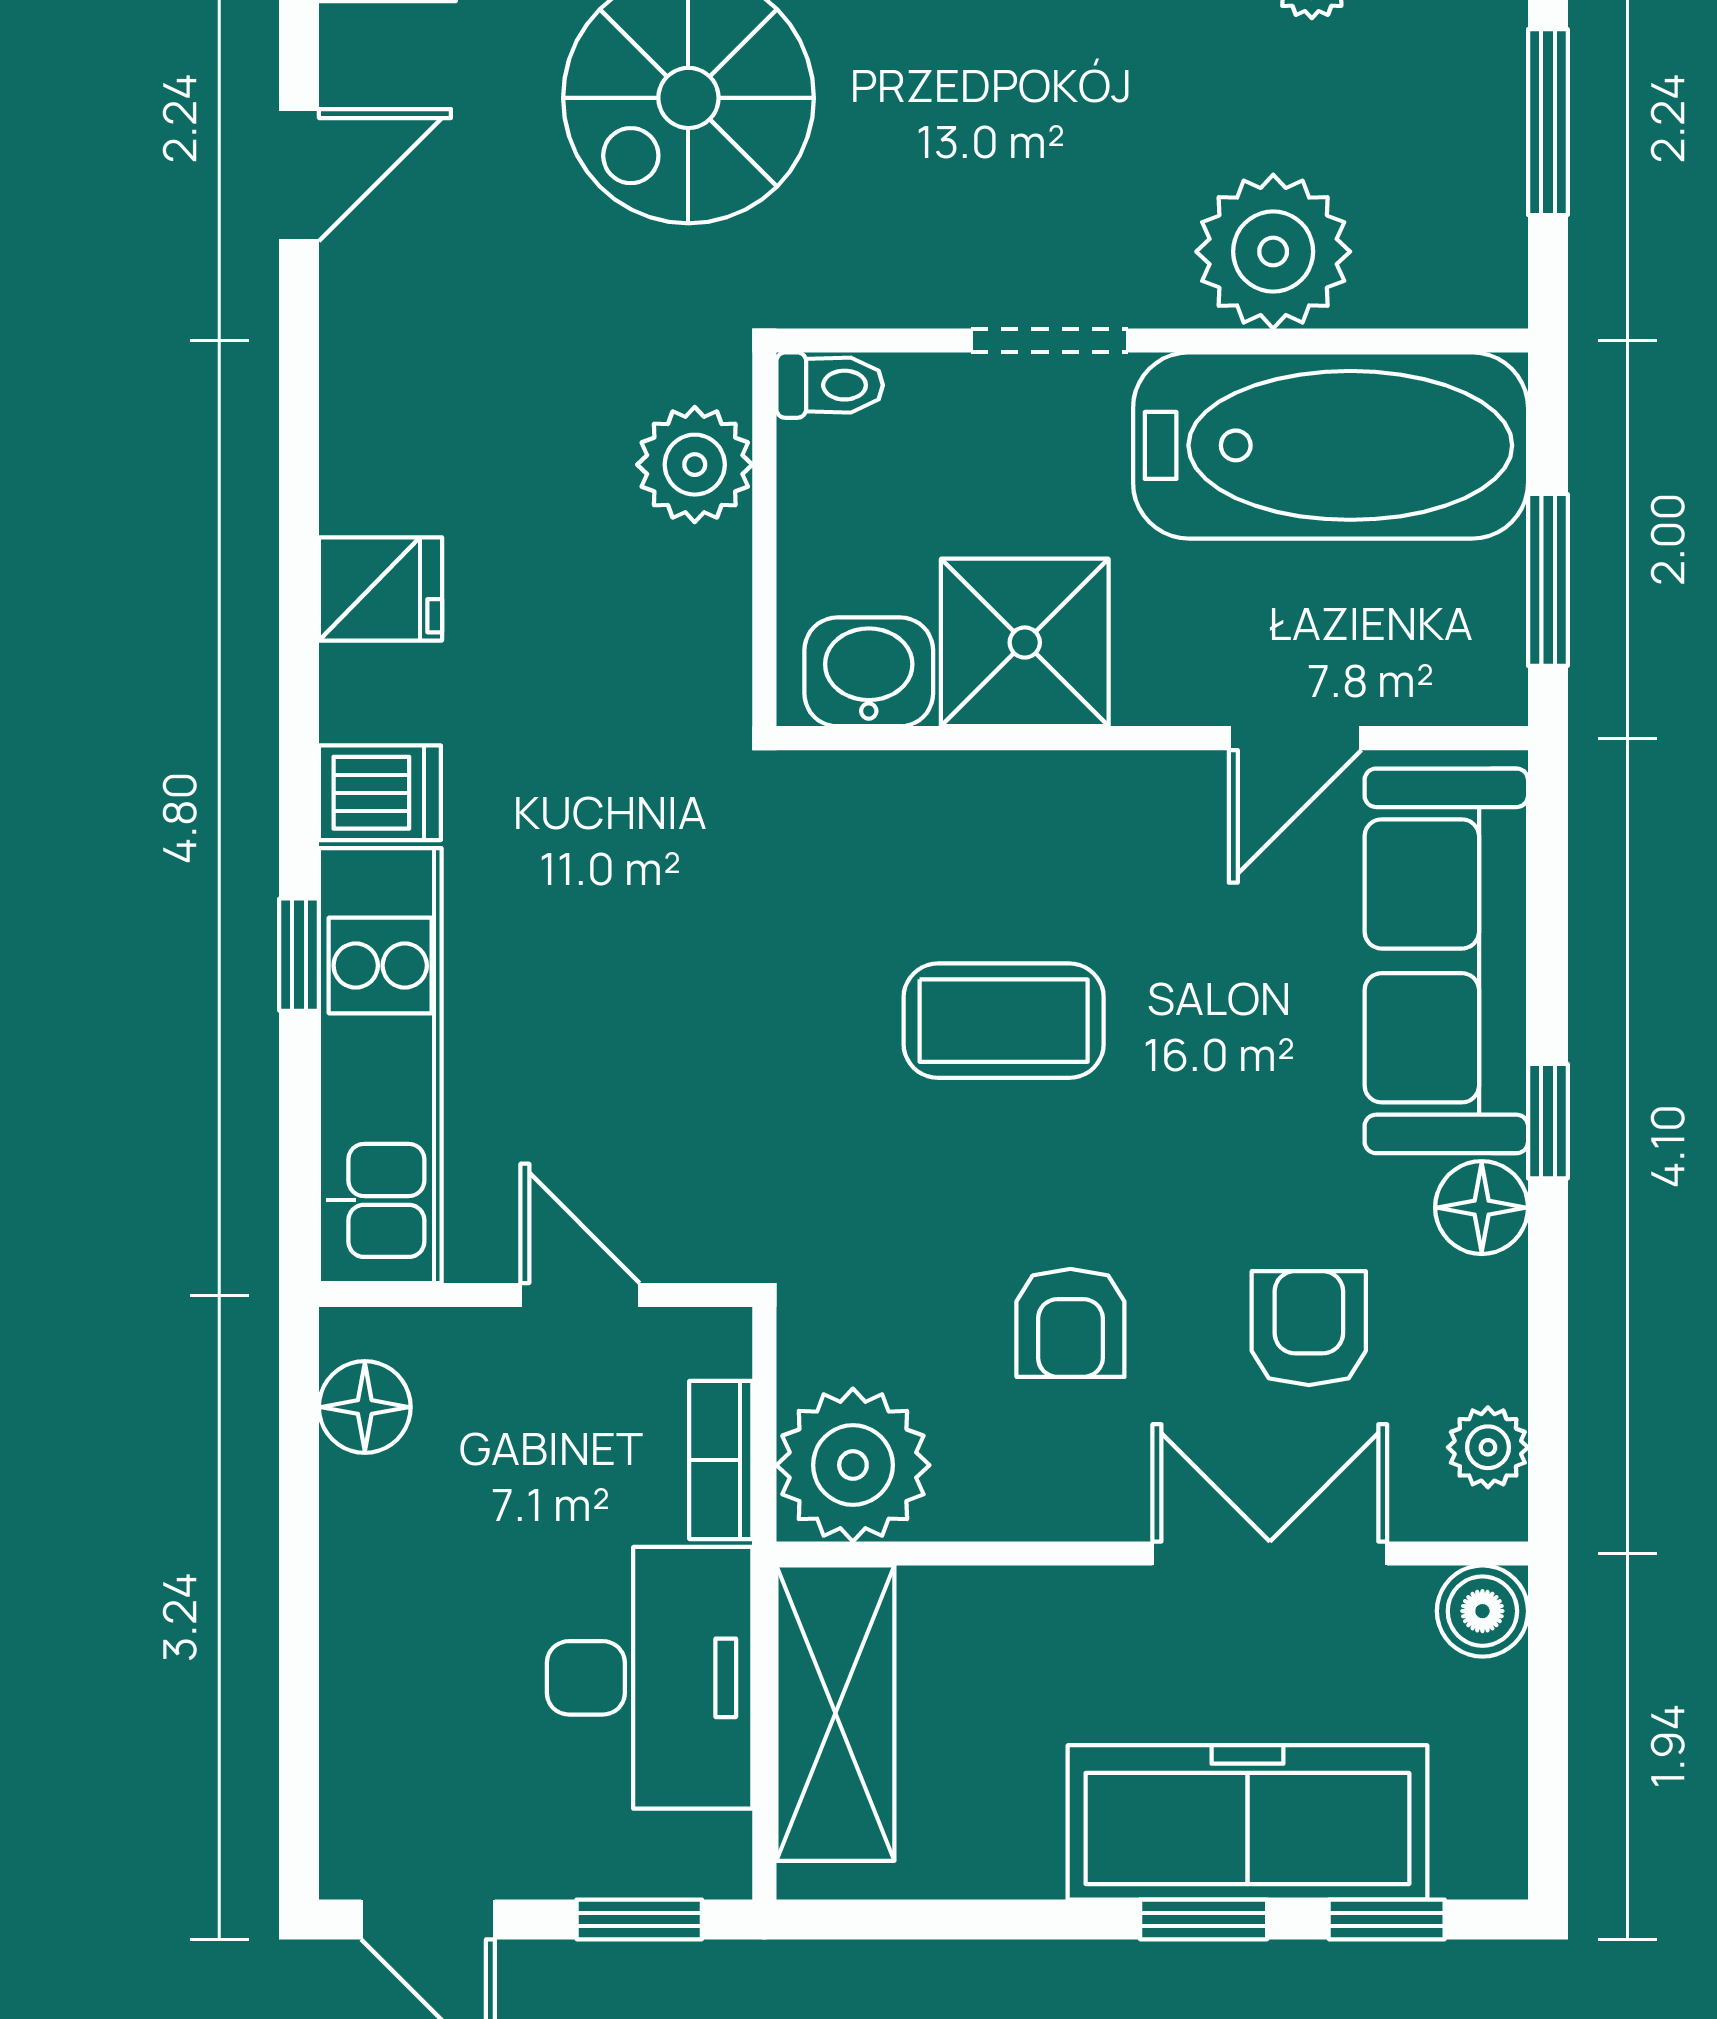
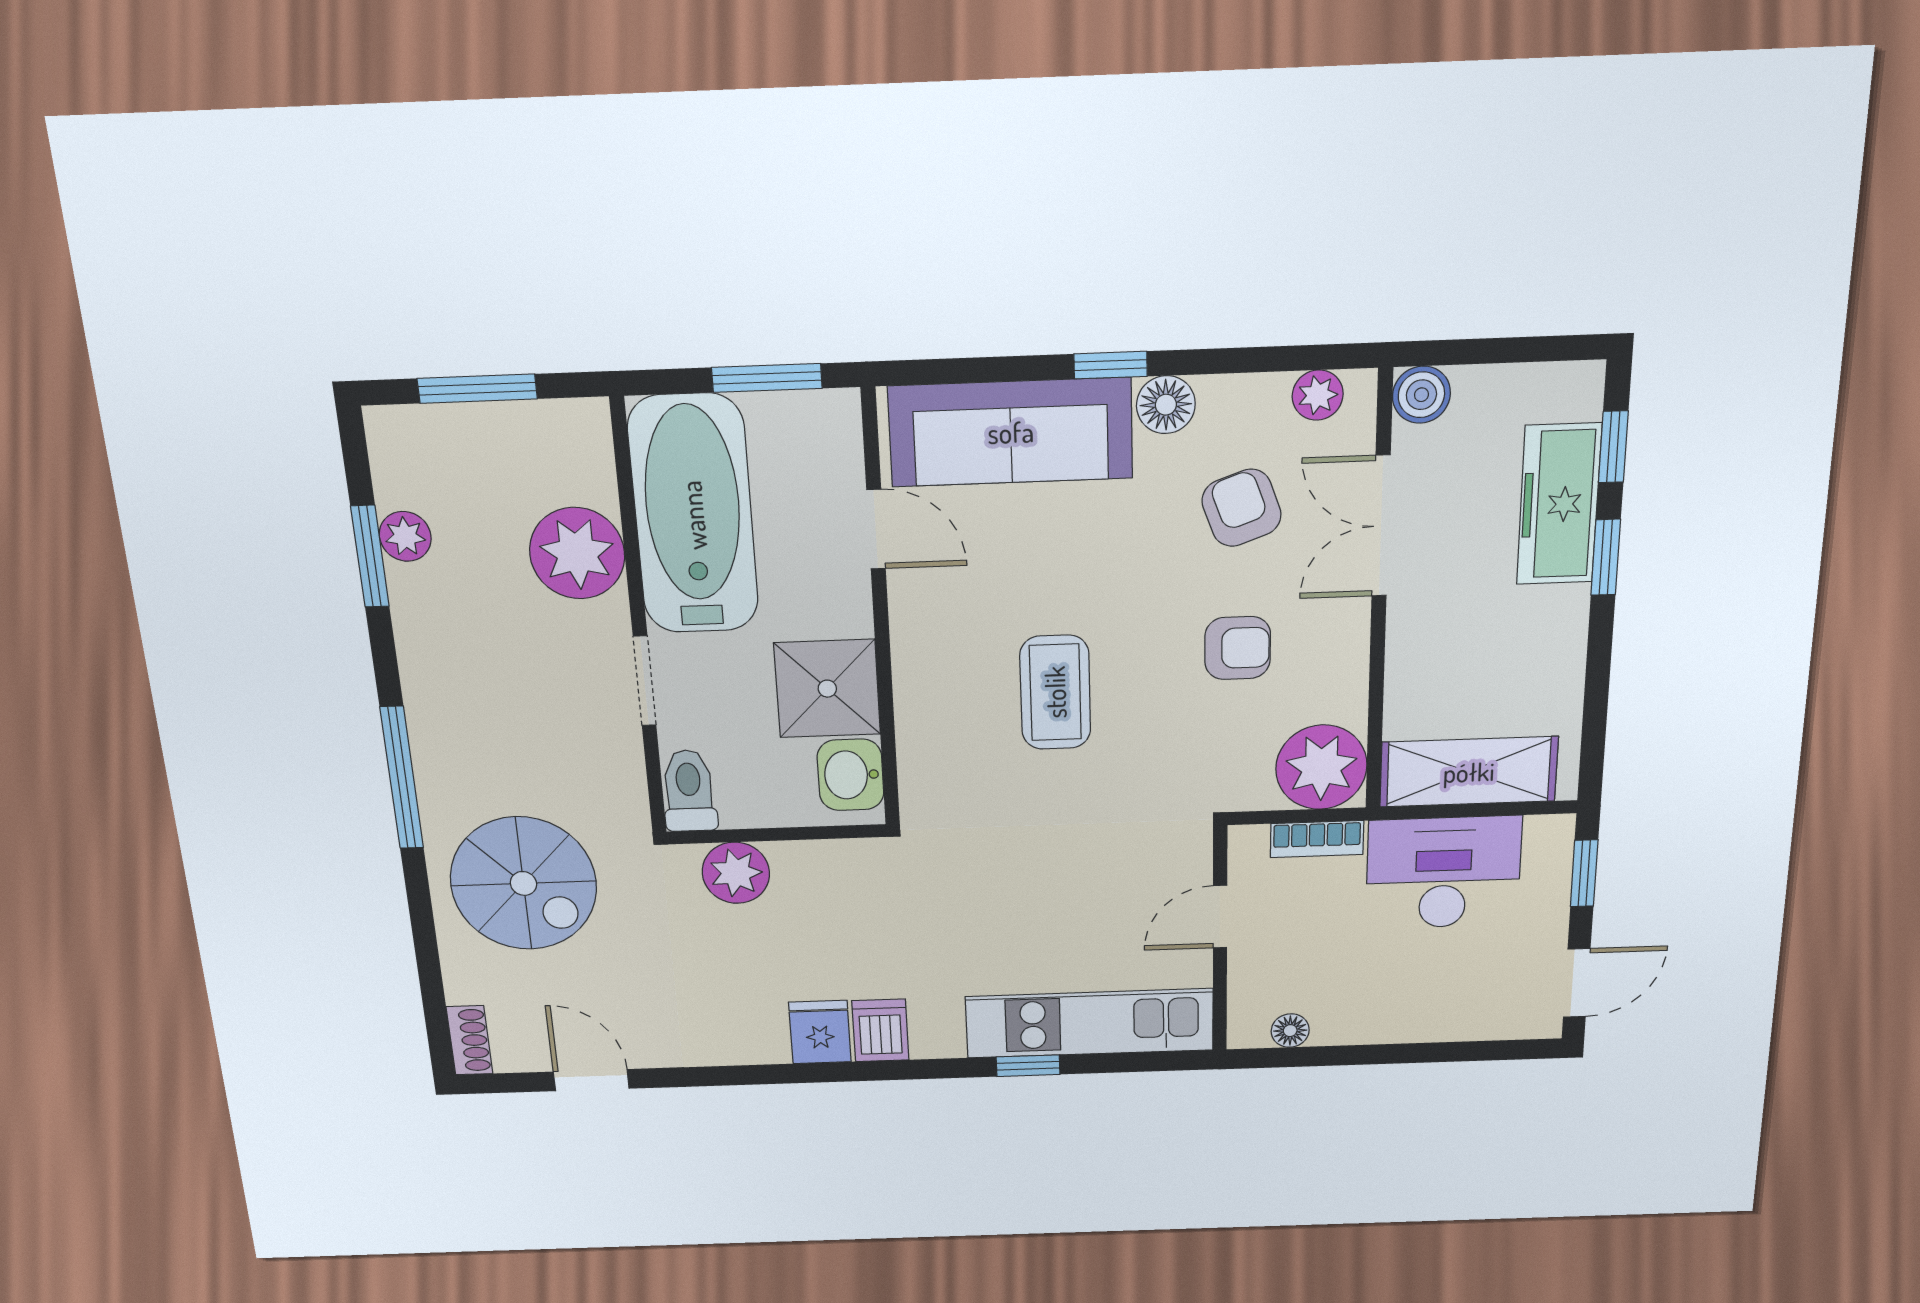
toilet: (830, 385) -> (689, 791), width x1.37, depth x1.39
dishwasher: (380, 793) -> (880, 1030), moved
armchair: (1309, 1328) -> (1242, 508), turned 70
floor lamp: (365, 1407) -> (1290, 1031), width x0.73, depth x0.73
freezer: (1247, 1822) -> (1559, 504), width x0.73, depth x0.79

